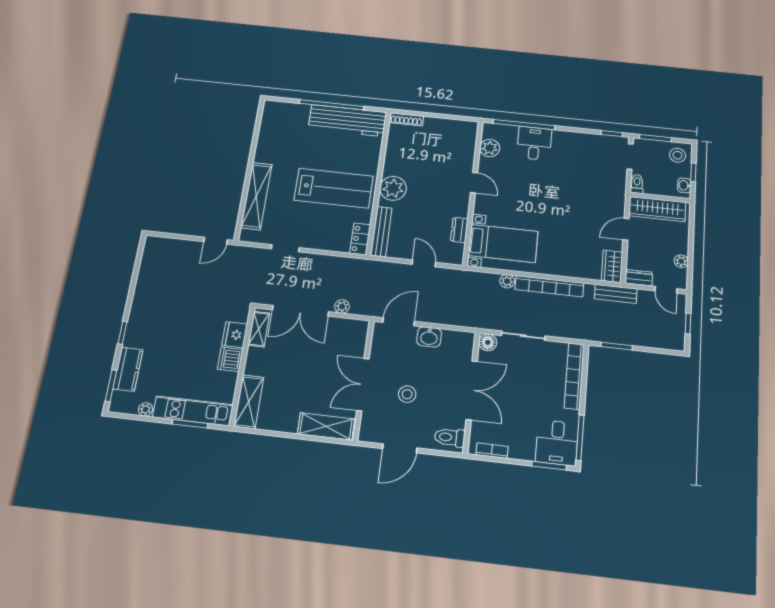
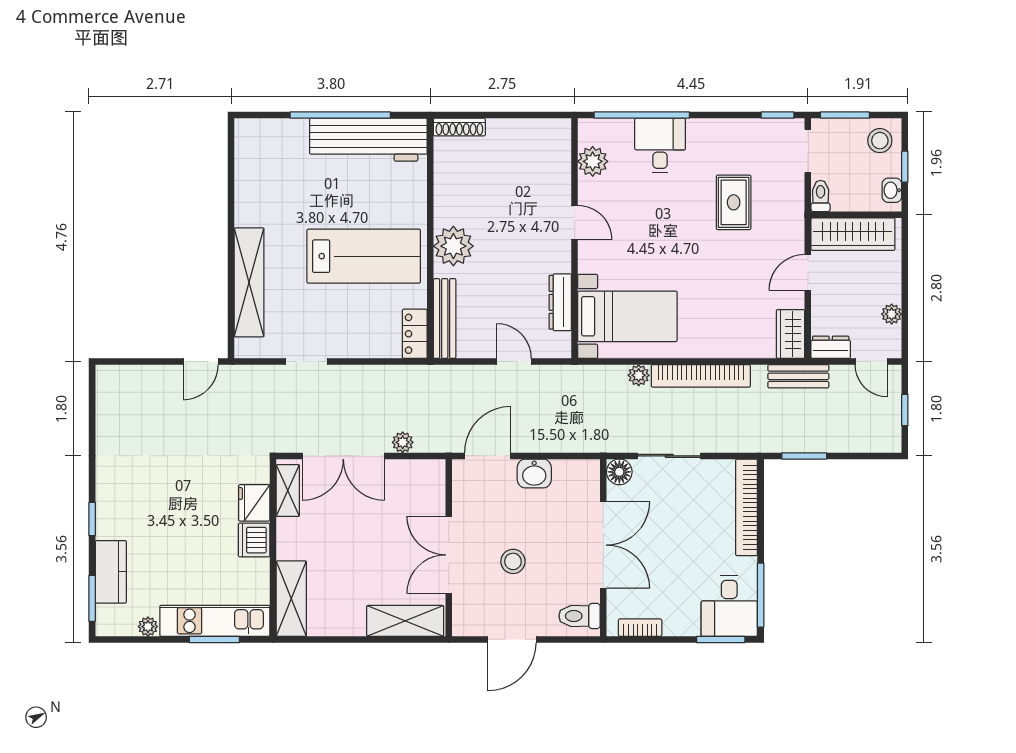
rug: (579, 182) -> (734, 202), added
dresser: (459, 230) -> (560, 302), width x1.44

